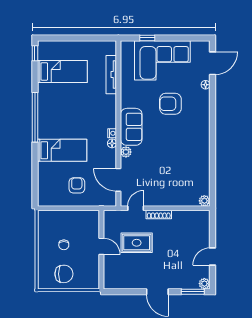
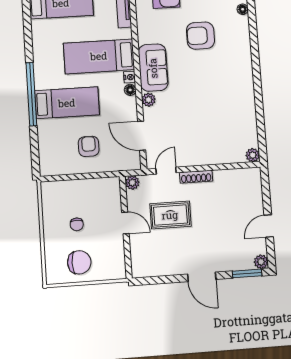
bed: (89, 115) -> (99, 56), added
window: (35, 117) -> (31, 94), moved
plant: (109, 216) -> (132, 183), added

